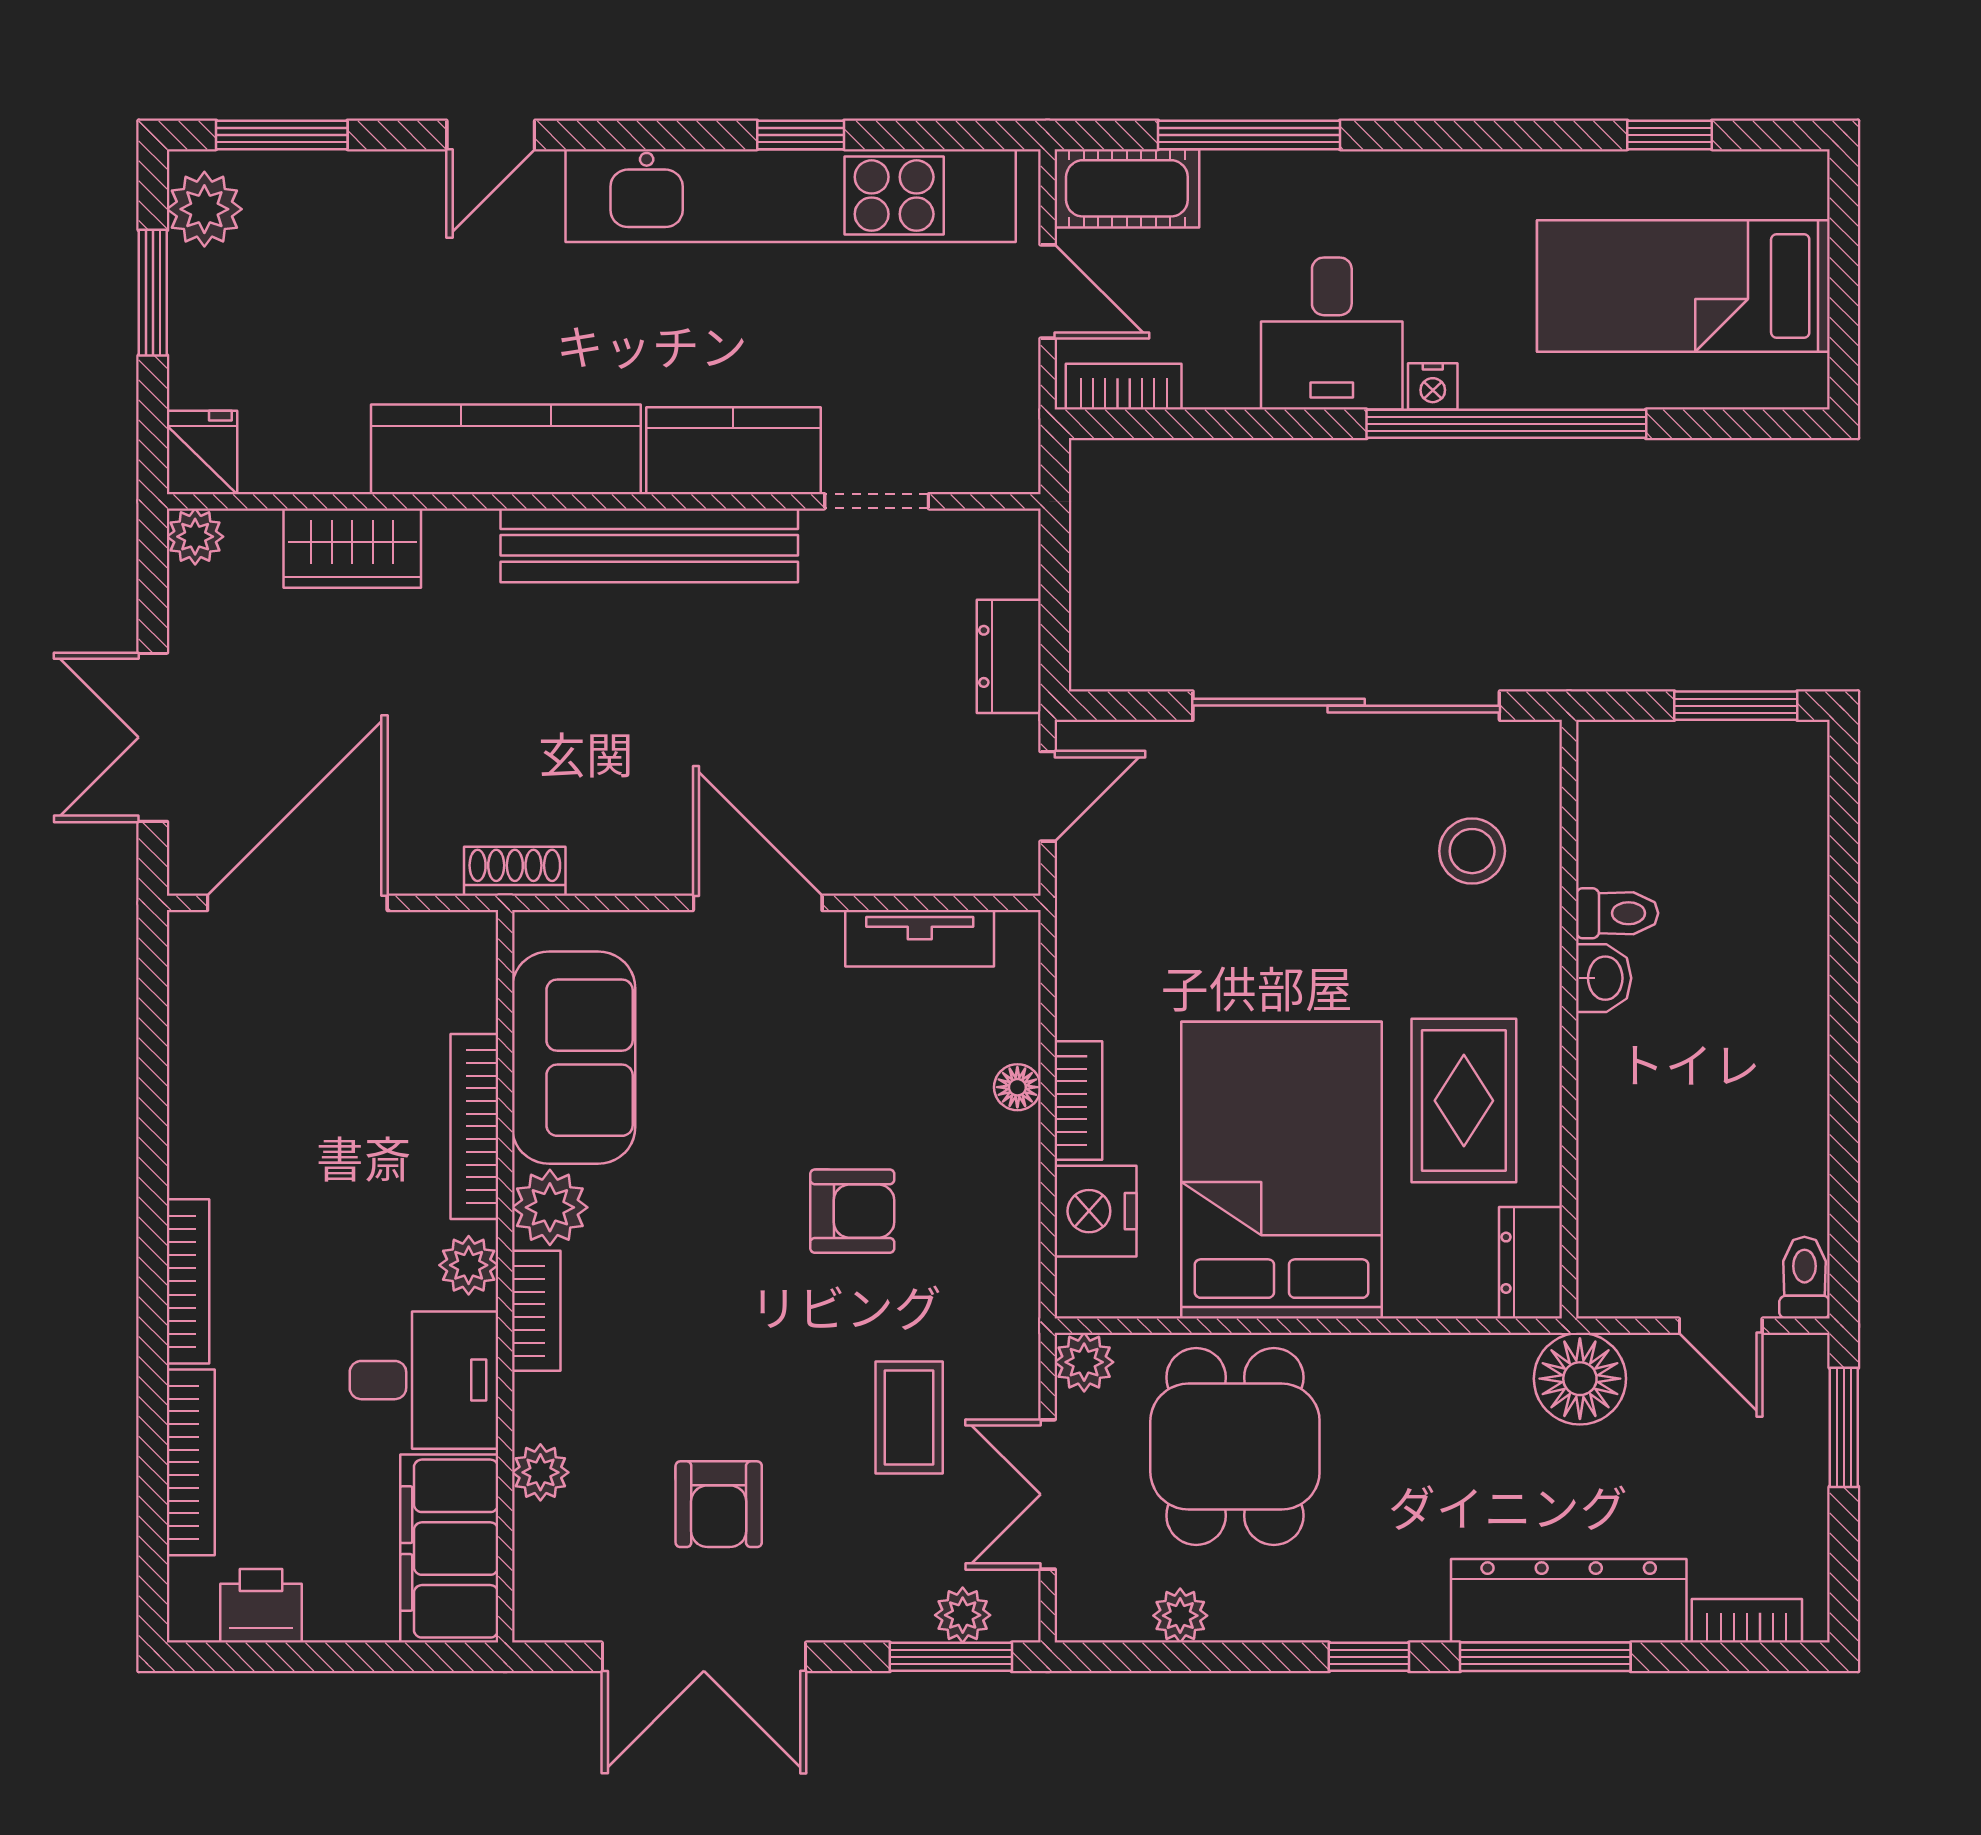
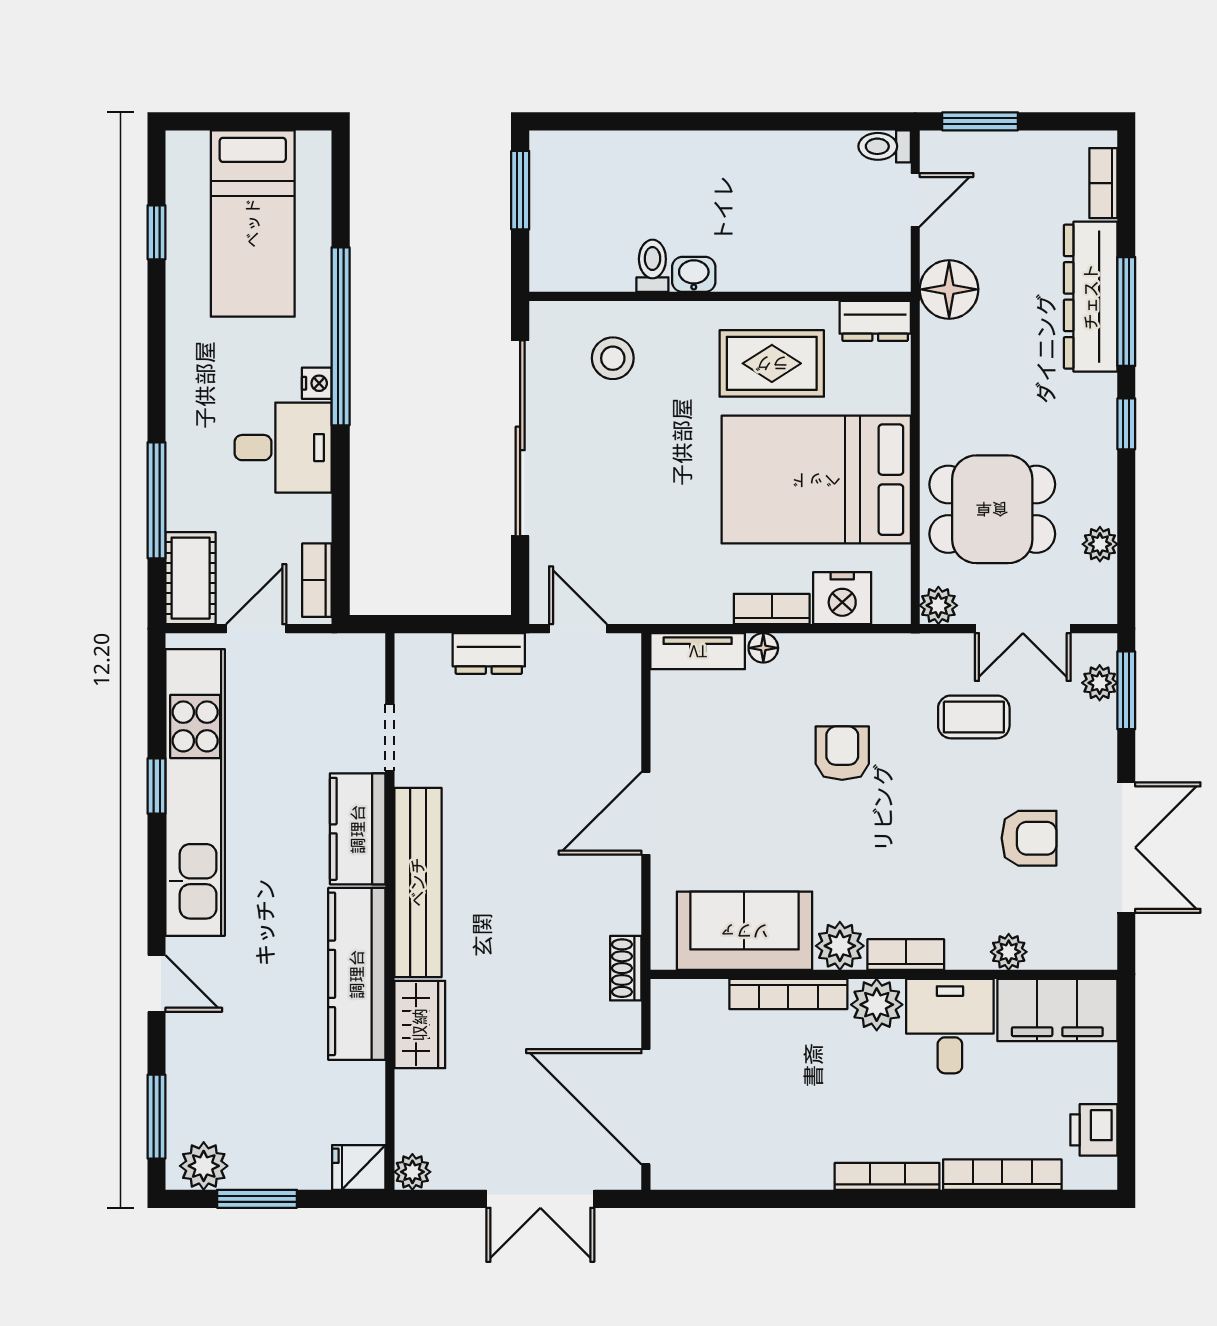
wardrobe: (352, 548) -> (420, 1025), moved
tv unit: (920, 938) -> (698, 651), moved, turned 90
plant: (469, 1265) -> (877, 1005), width x1.38, depth x1.38

